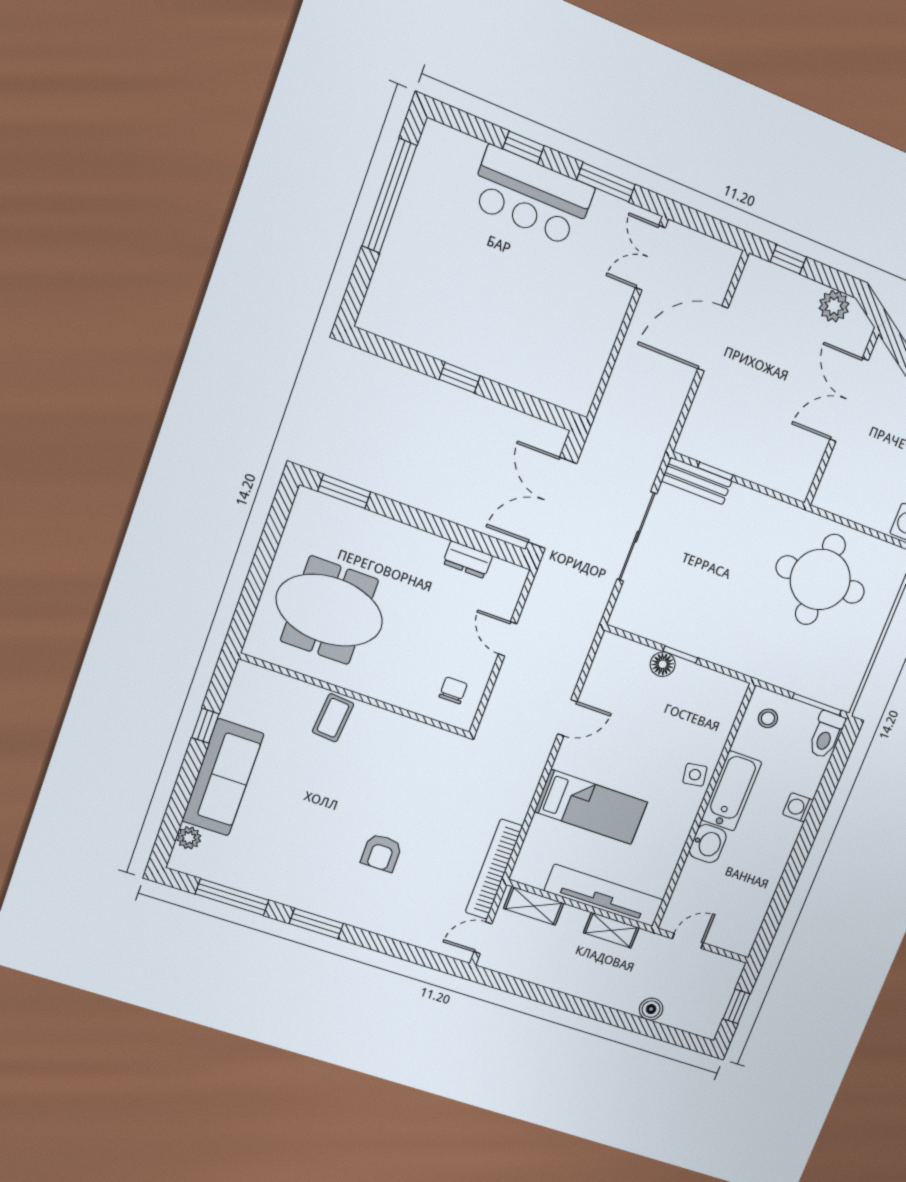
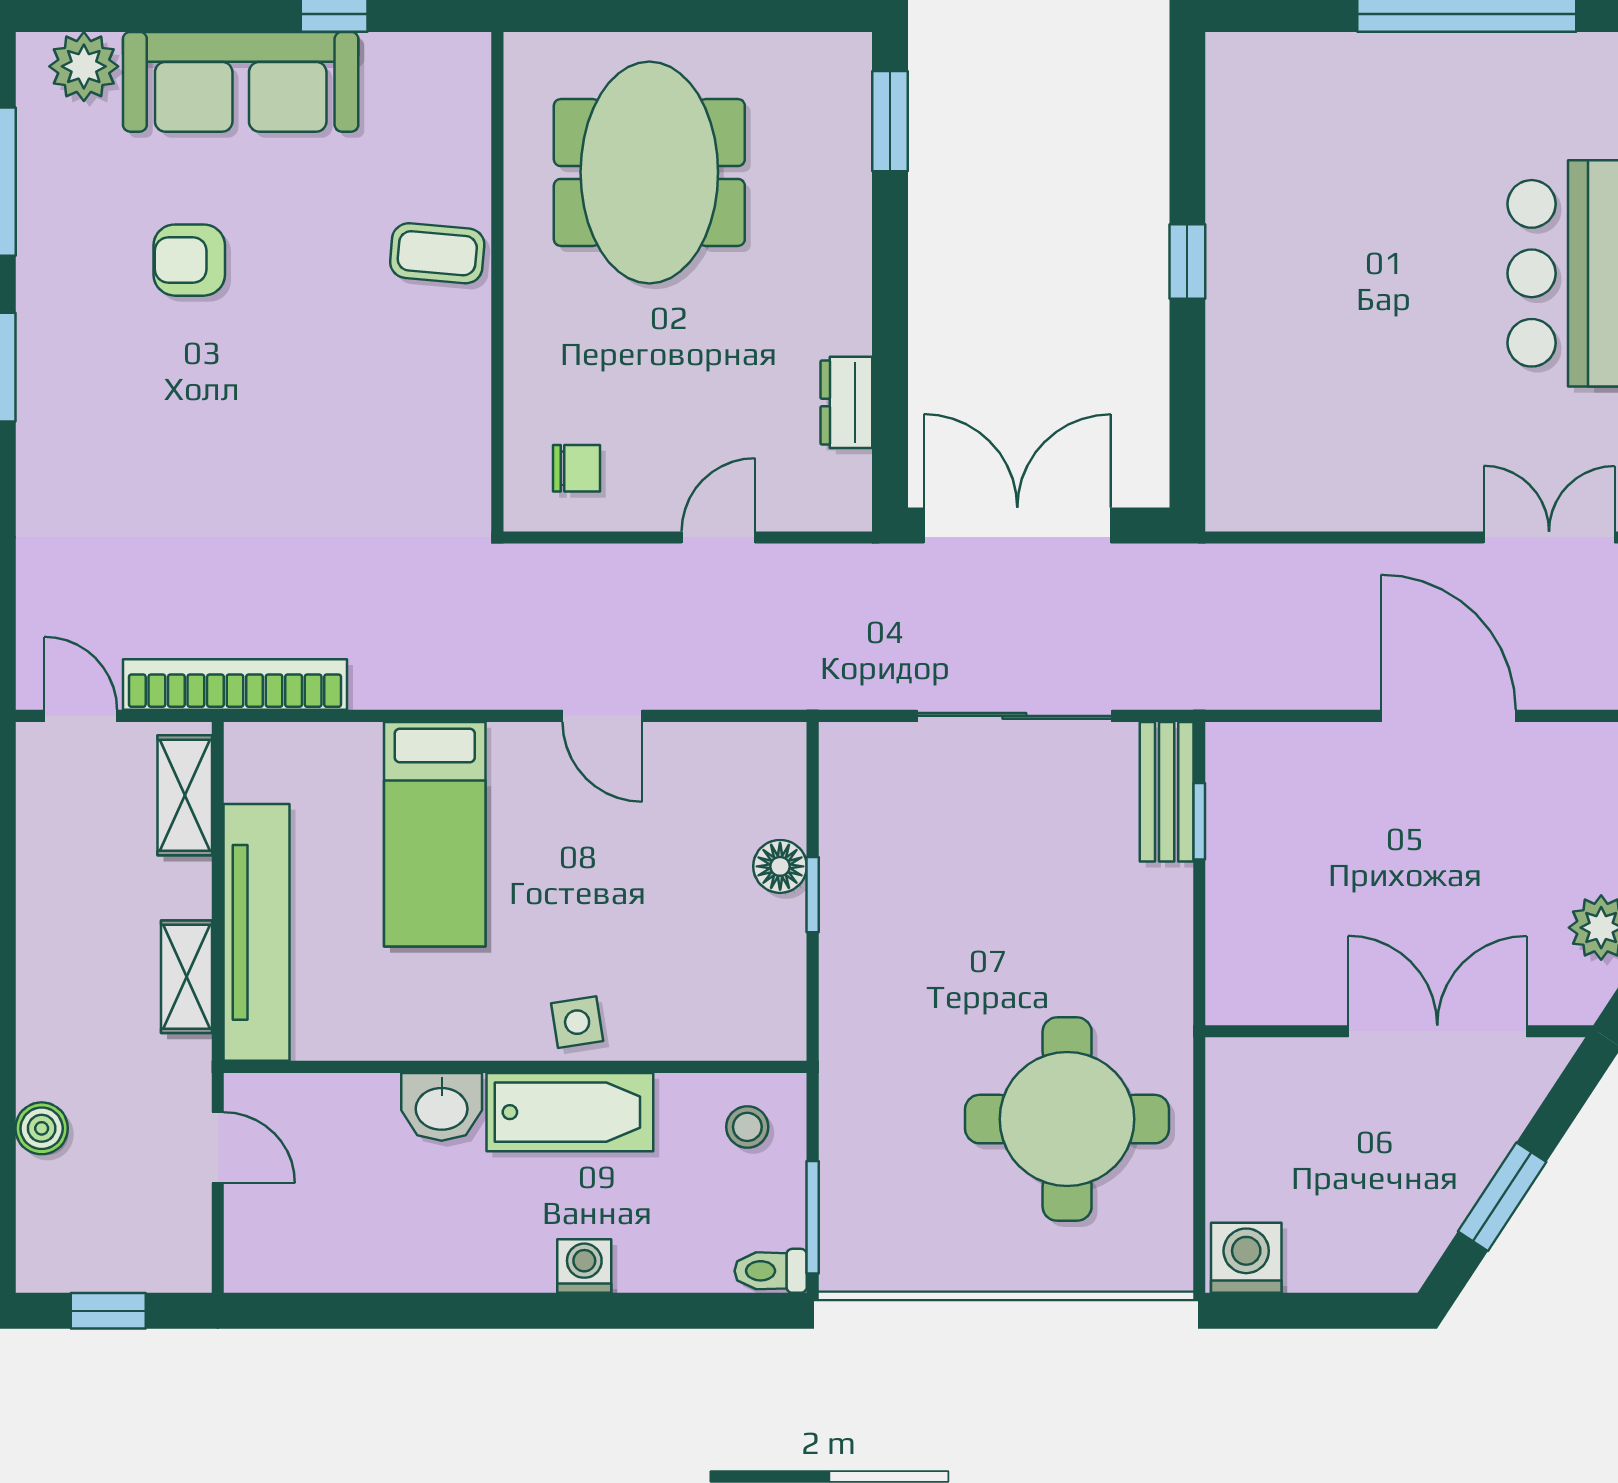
toilet: (826, 735) -> (771, 1271), width x0.73, depth x0.72
plant: (189, 838) -> (84, 66), width x1.38, depth x1.38
armchair: (381, 853) -> (189, 260), moved

